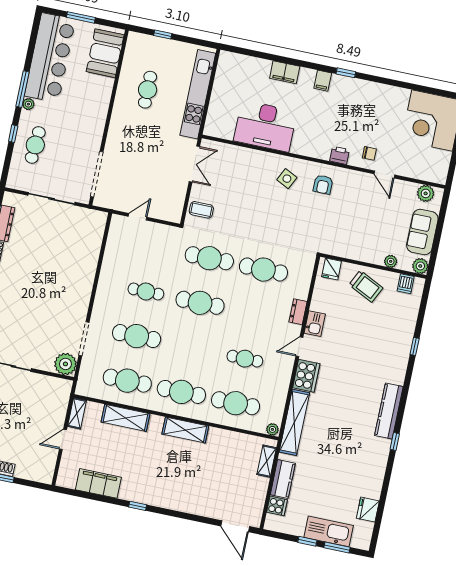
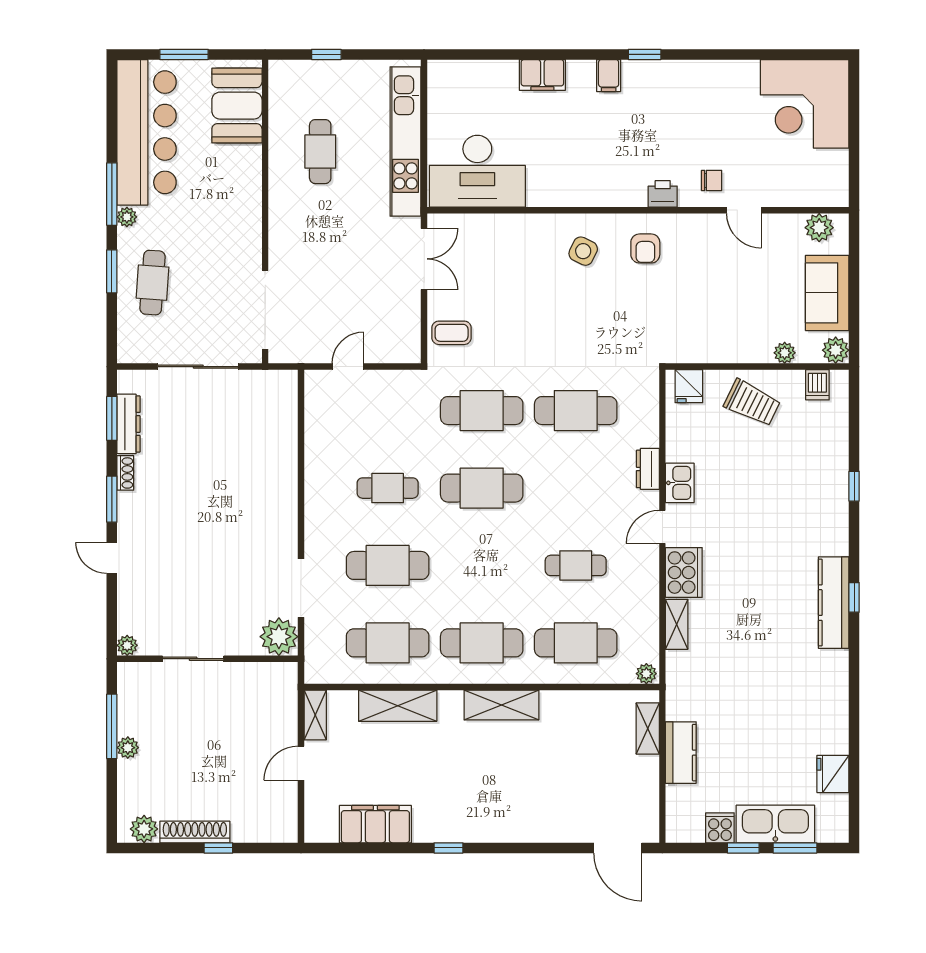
desk: (265, 126) -> (477, 171), moved
window: (13, 134) -> (112, 271), width x1.50
shelving: (294, 422) -> (677, 624), width x0.45, depth x0.75
window: (395, 441) -> (854, 597), moved
cooker: (277, 506) -> (720, 828), moved, turned -90

